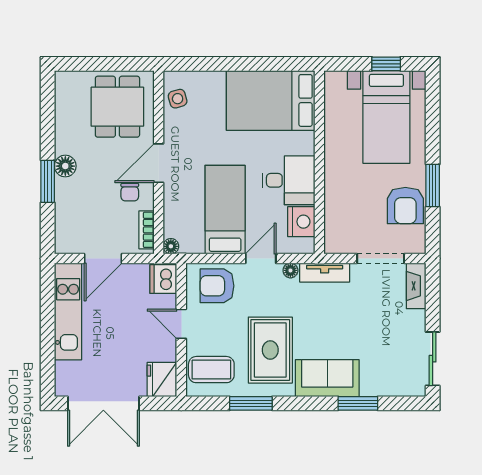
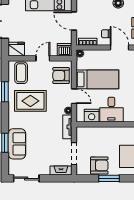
armchair: (405, 206) -> (99, 165), turned 180
armchair: (217, 286) -> (61, 76), turned -90
sofa: (327, 378) -> (17, 144), moved

